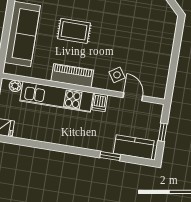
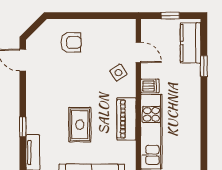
armchair: (152, 35) -> (71, 42), added
door: (133, 97) -> (138, 52), swing flipped

